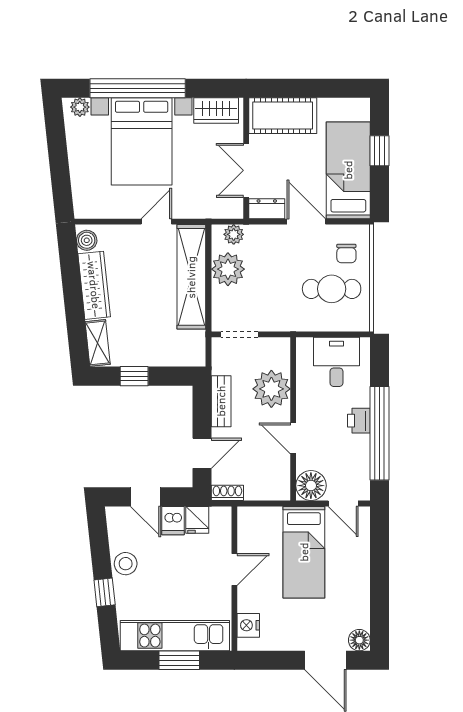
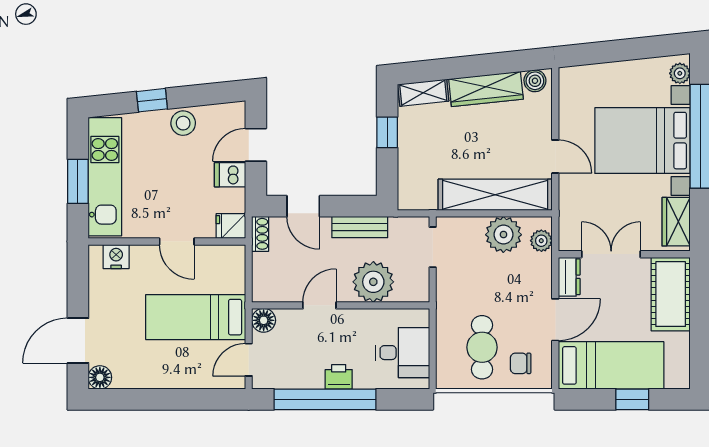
floor lamp: (311, 486) -> (264, 320), width x0.73, depth x0.73
fridge: (197, 520) -> (231, 226), moved

